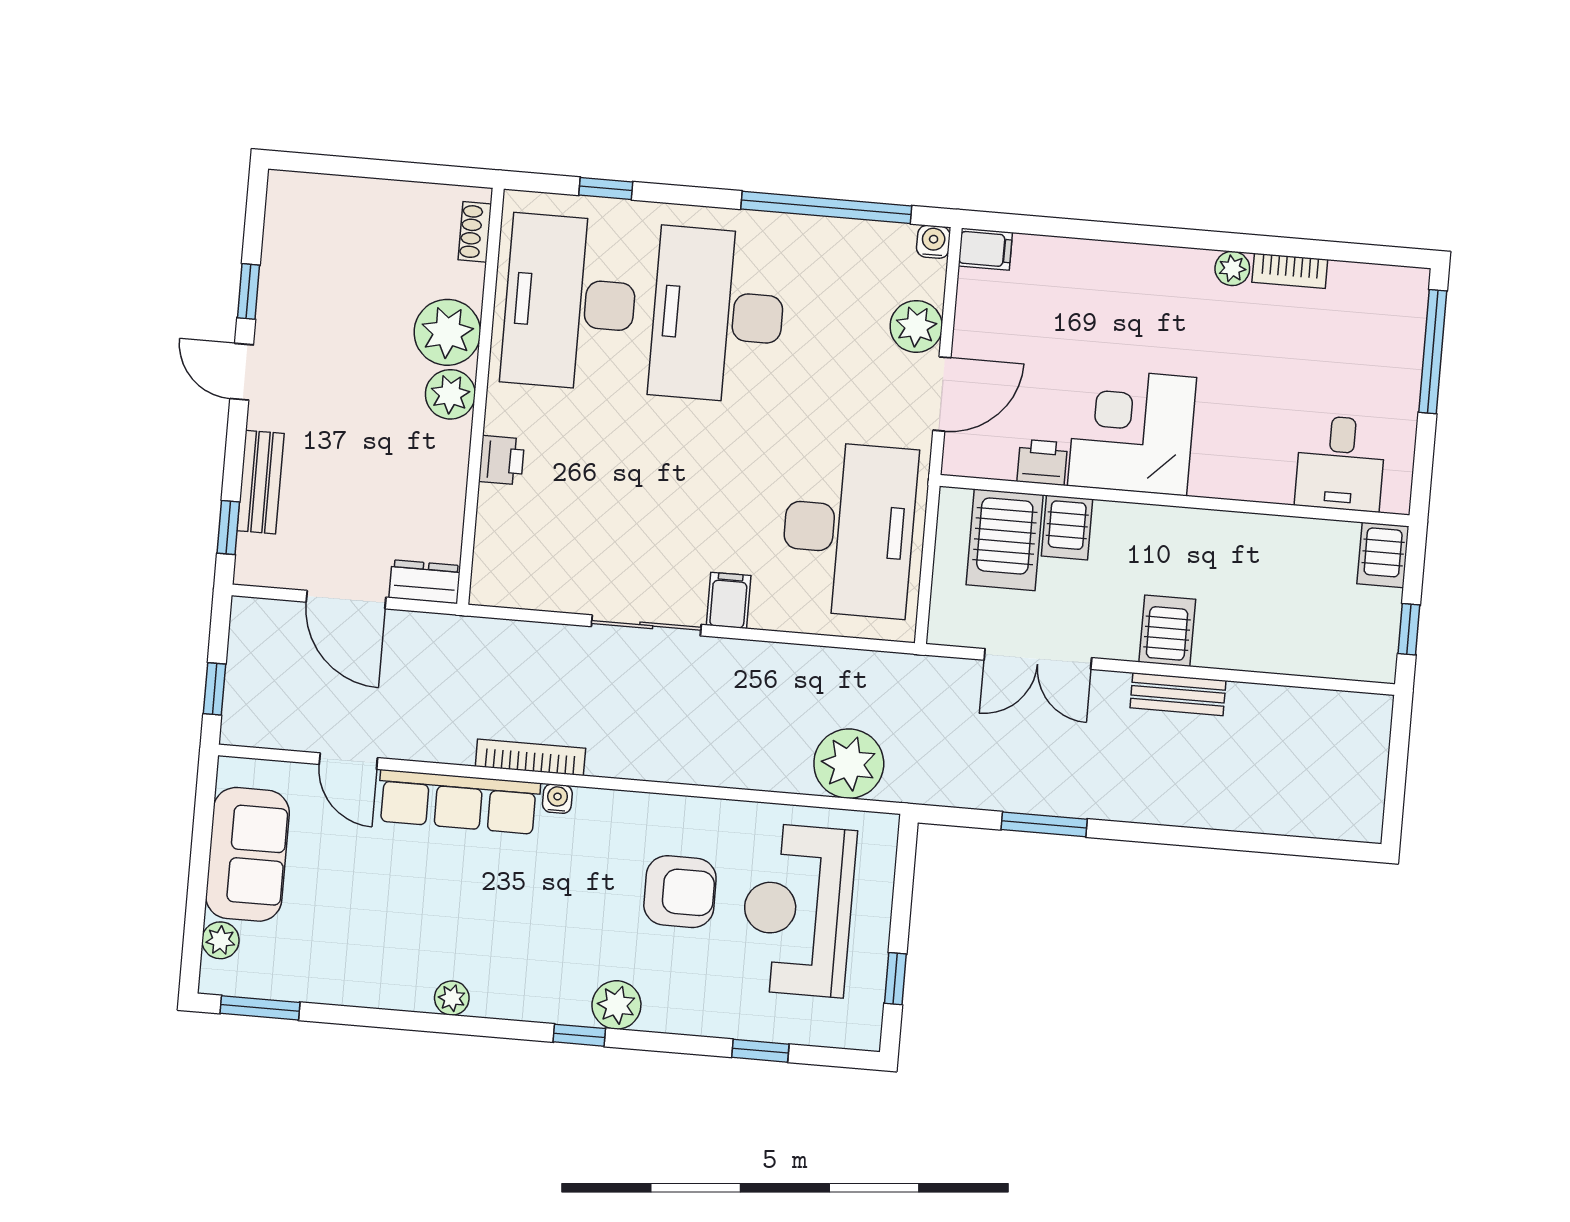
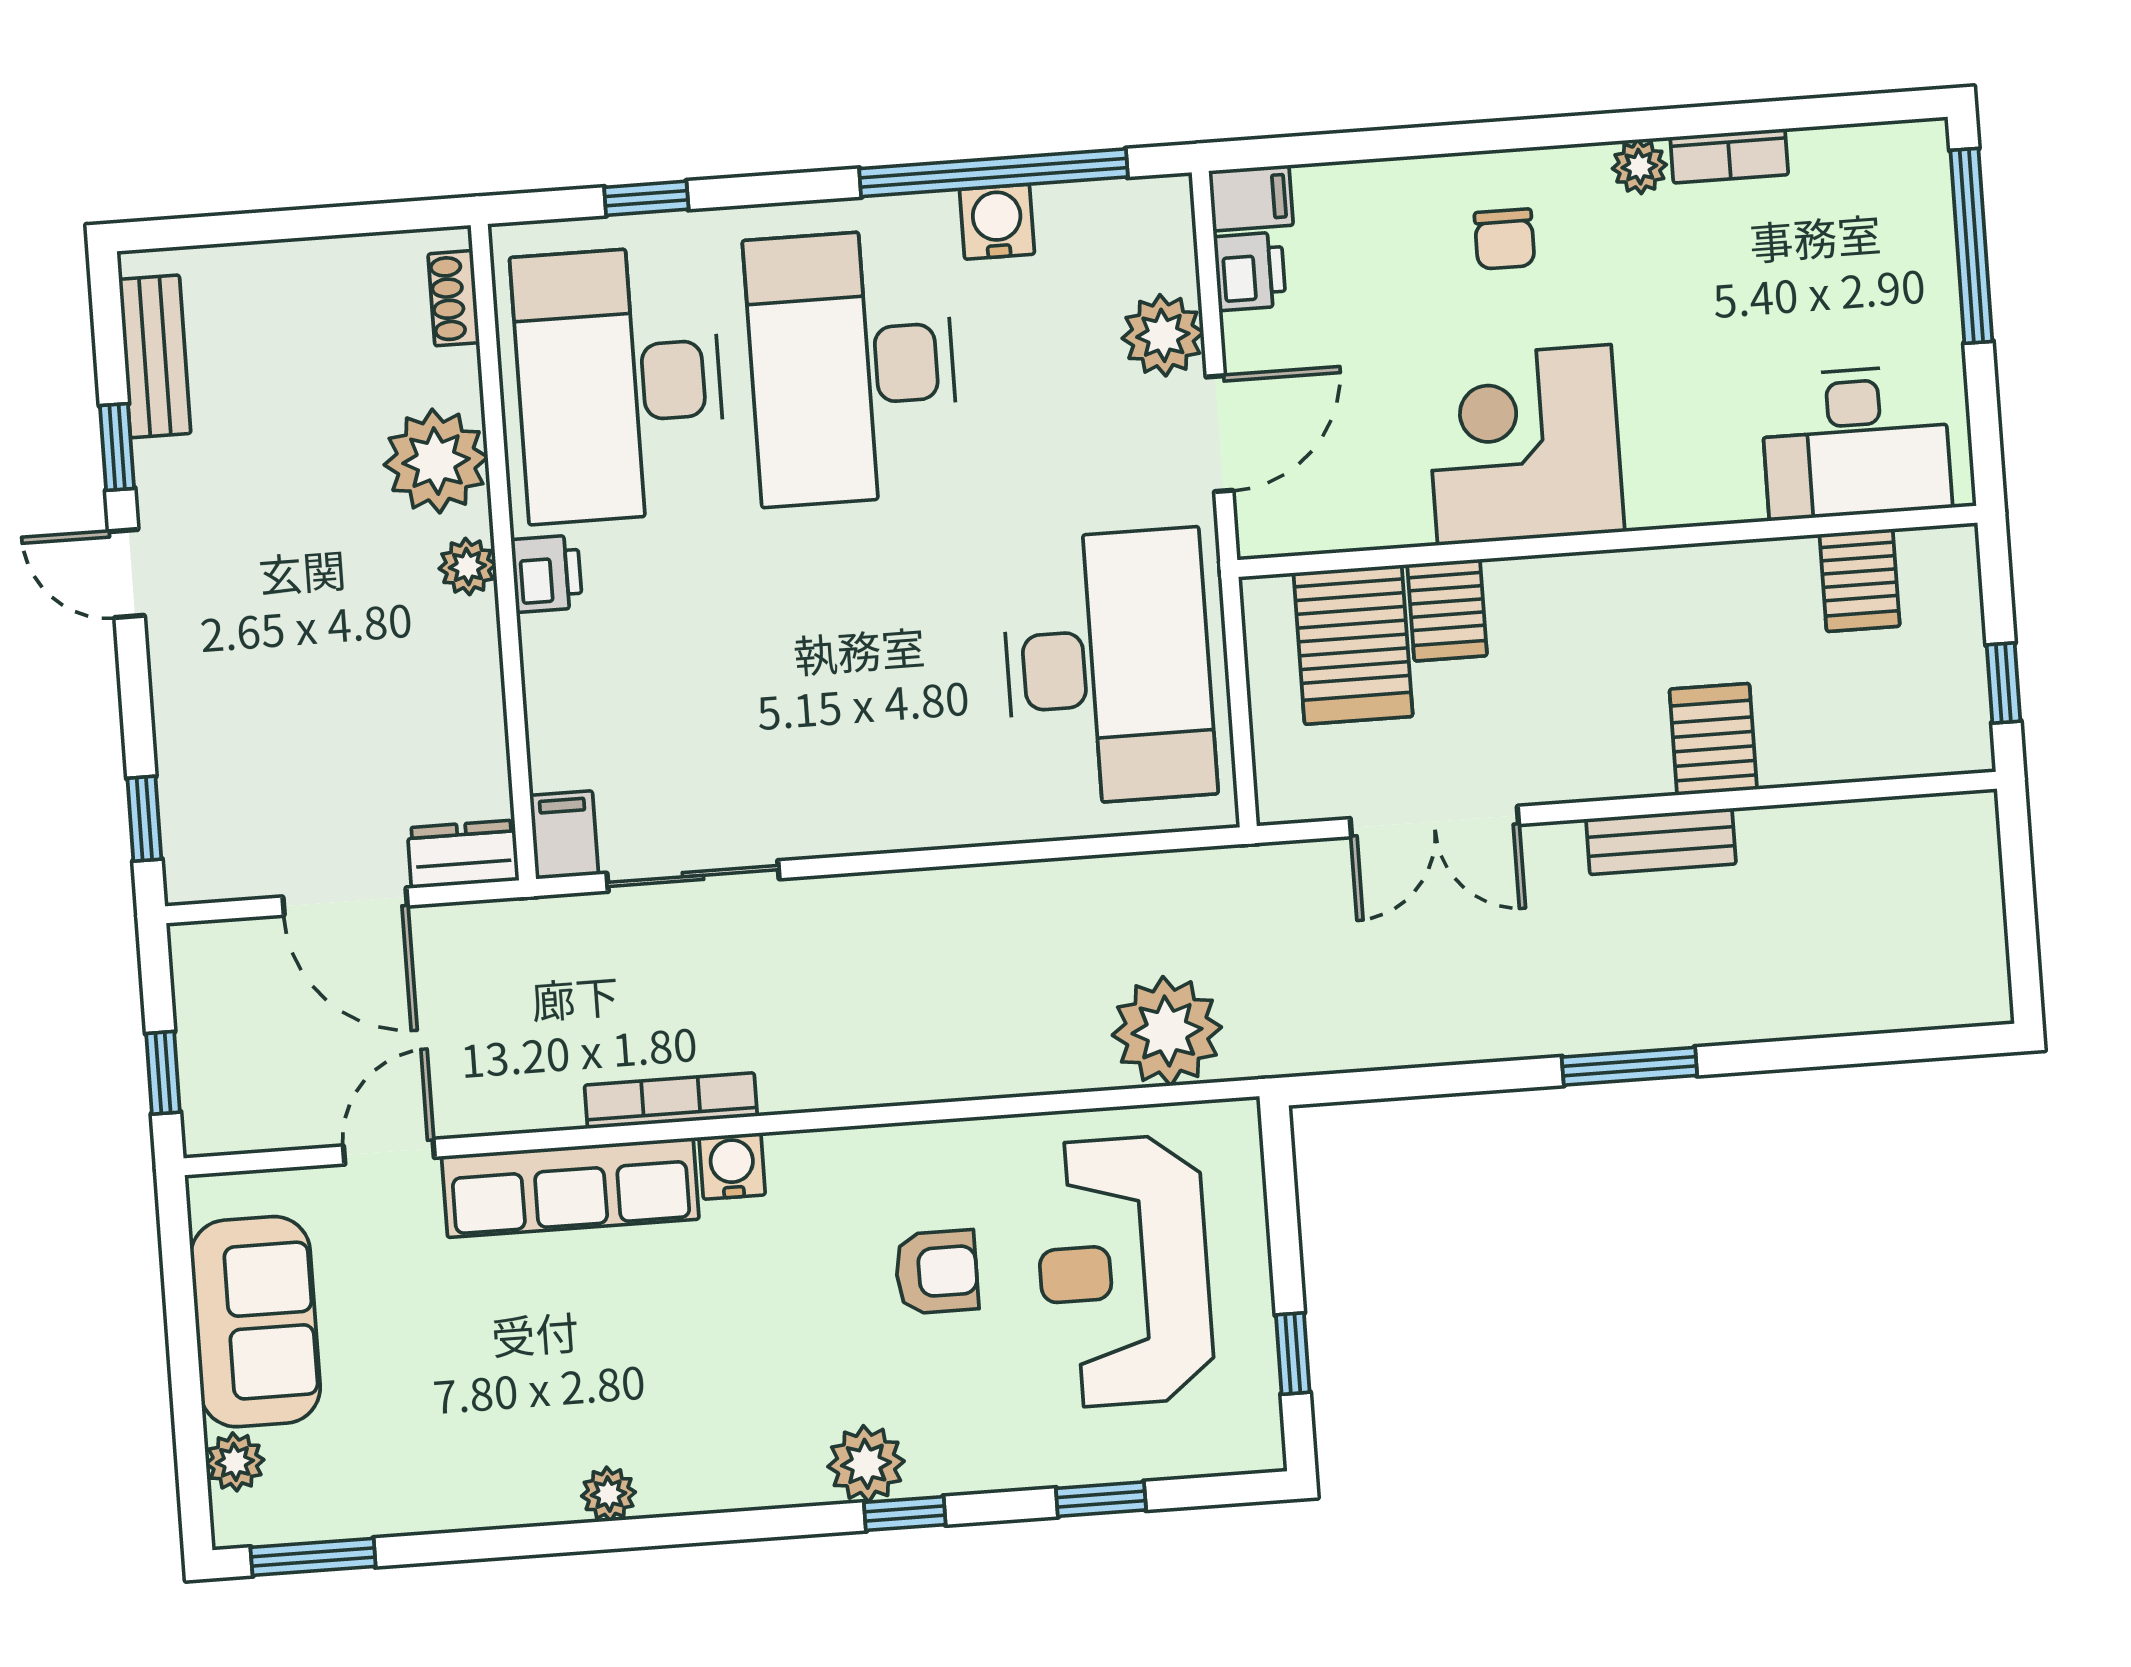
water cooler: (933, 242) -> (997, 222), moved, width x1.38, depth x1.38
chair: (1140, 300) -> (1505, 239), added
plant: (450, 394) -> (467, 567), width x0.73, depth x0.73
printer: (502, 460) -> (547, 574), moved
printer: (1042, 462) -> (1250, 271), moved, turned 90
desk: (1340, 463) -> (1856, 442), width x1.37
bench: (261, 482) -> (155, 356), moved
server rack: (1383, 555) -> (1860, 580), moved
filing cabinet: (729, 600) -> (564, 835), moved
sliding door: (646, 625) -> (693, 876), moved
server rack: (1167, 631) -> (1713, 739), moved
door: (348, 761) -> (389, 1152), swing flipped
water cooler: (557, 799) -> (732, 1166), width x1.38, depth x1.38
window: (1044, 824) -> (1629, 1066), moved
armchair: (680, 892) -> (937, 1272), width x0.72, depth x0.72
window: (579, 1035) -> (905, 1514), moved

